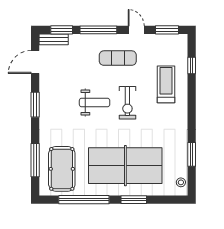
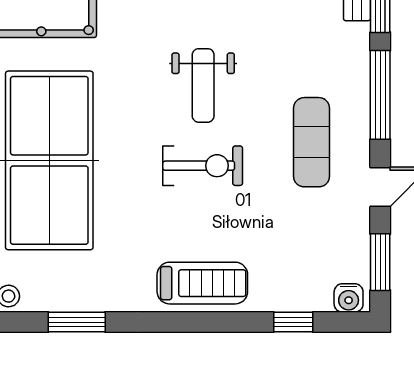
water cooler: (182, 43) -> (349, 298), added
treadmill: (166, 84) -> (202, 283), moved
exercise bike: (127, 103) -> (203, 166), turned 180

